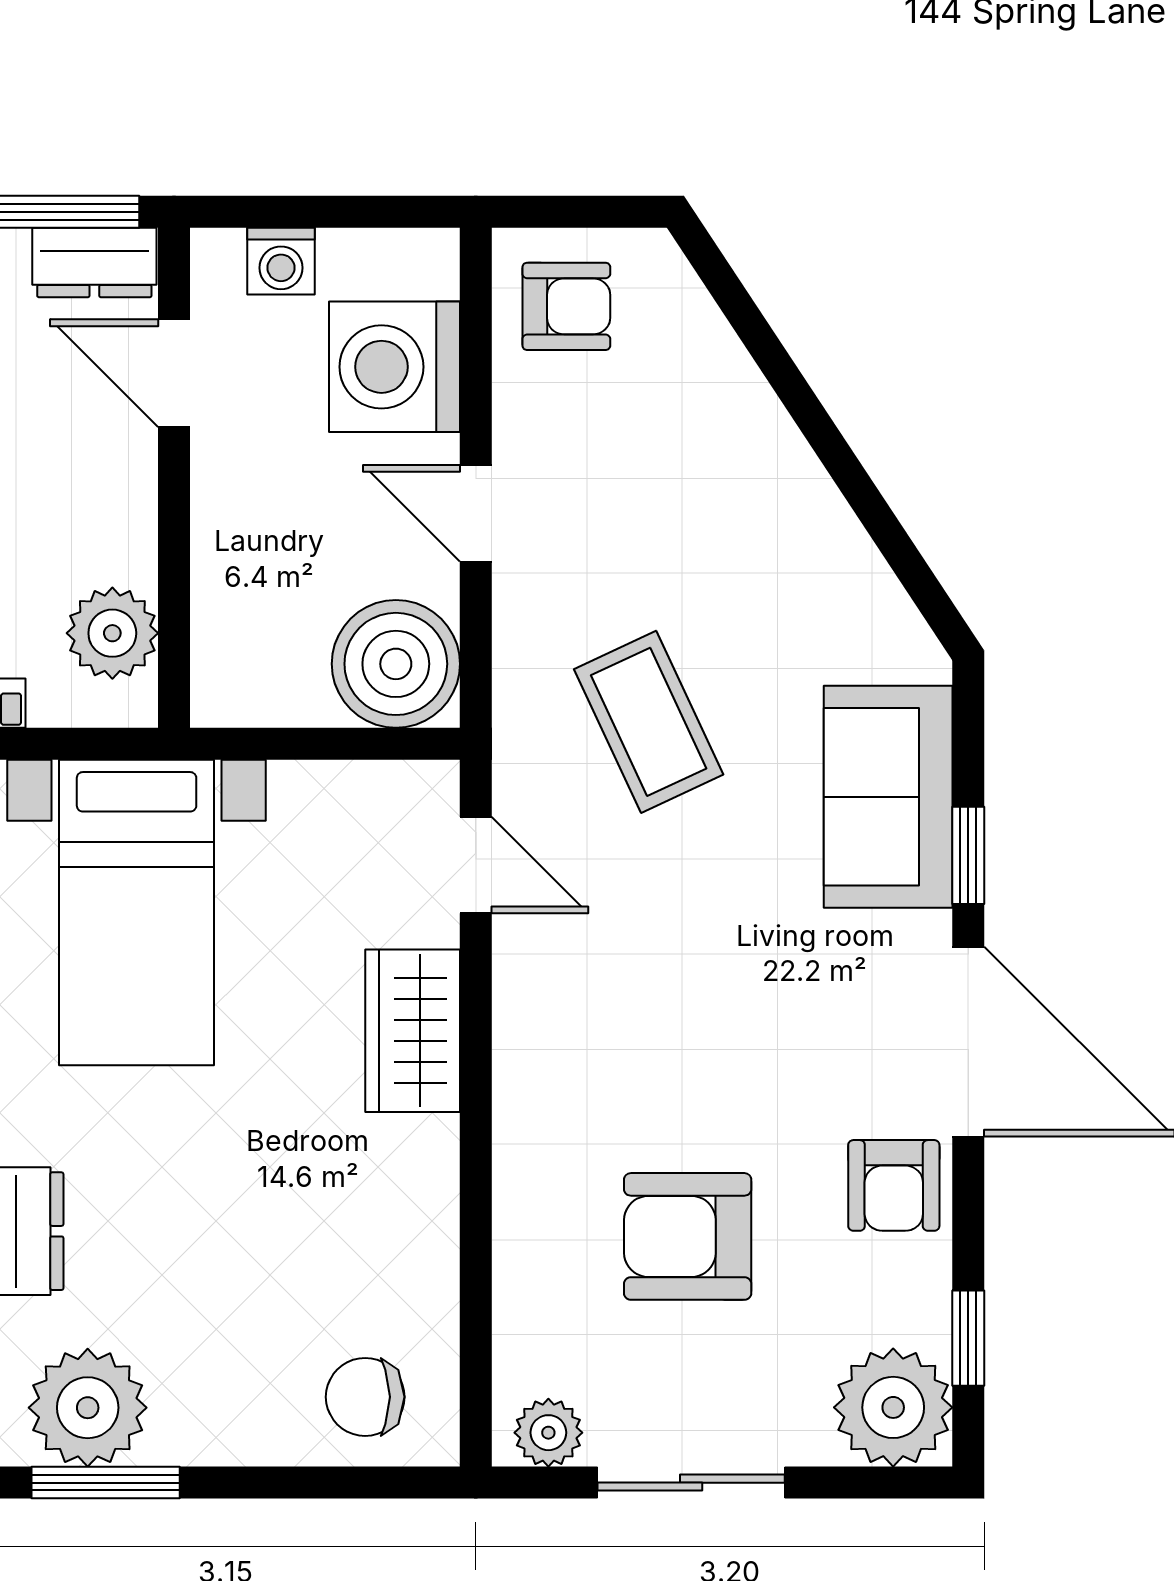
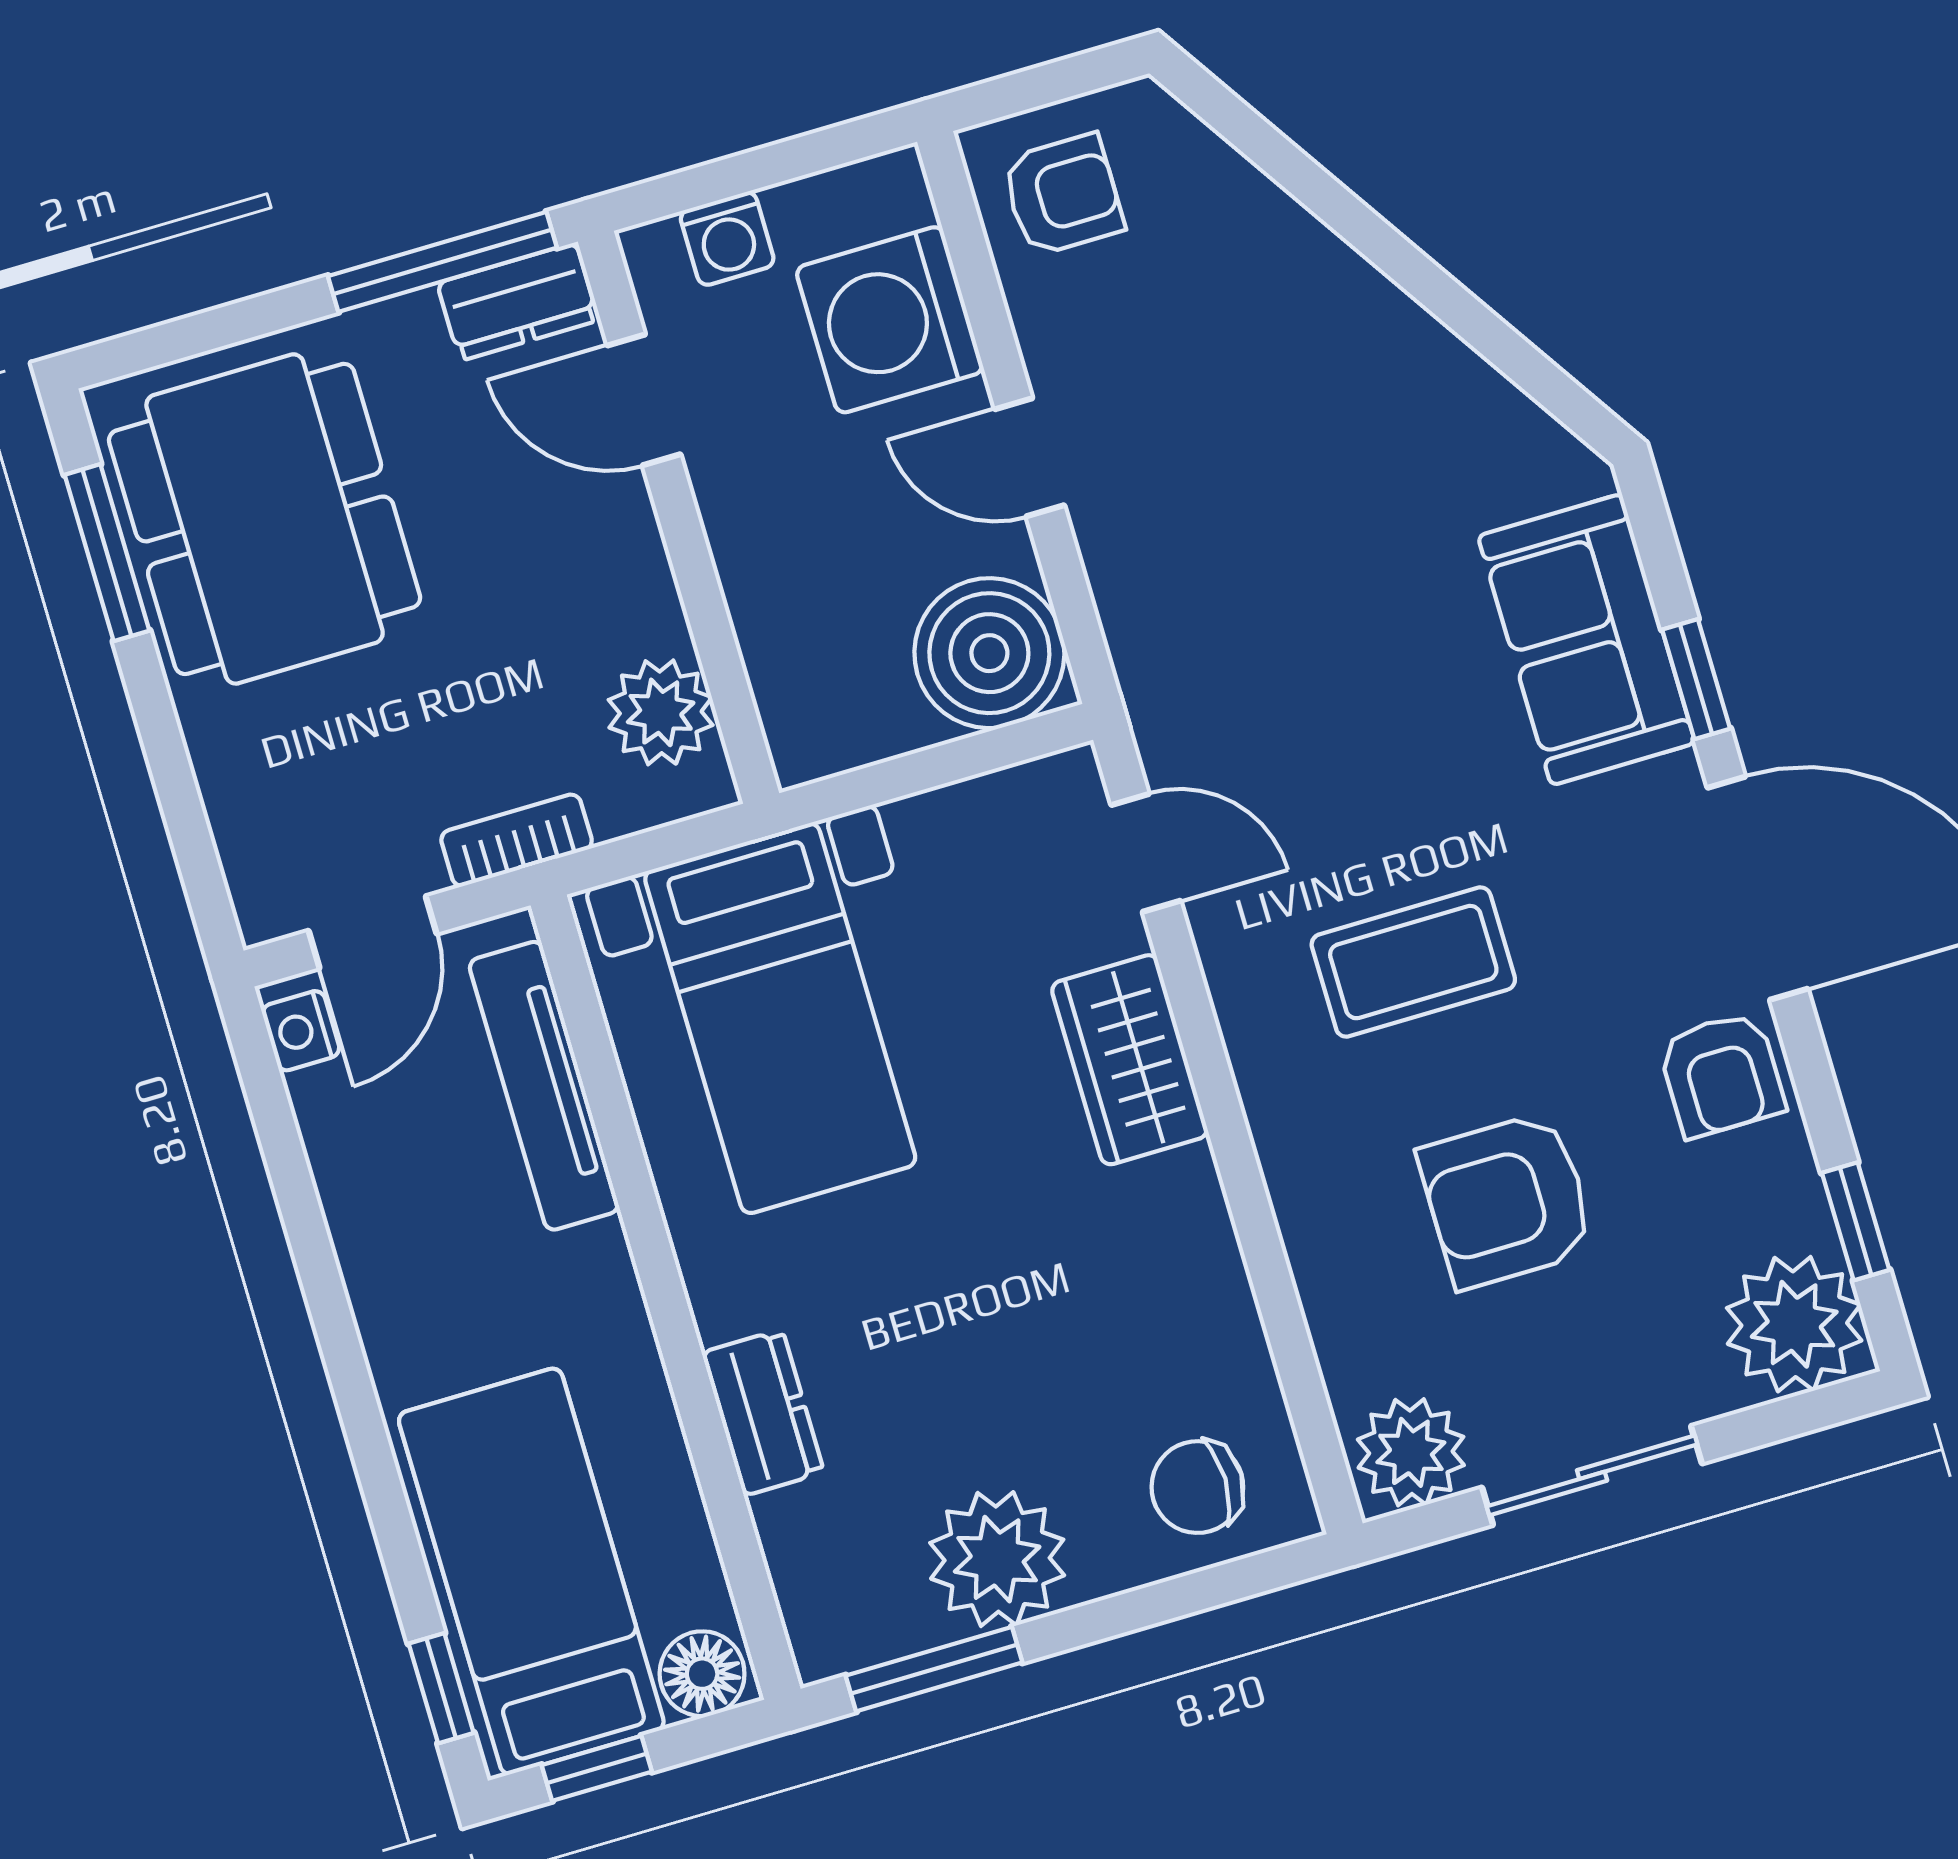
coffee table: (649, 722) -> (1413, 962), moved, turned -65
plant: (88, 1408) -> (997, 1559), moved
plant: (548, 1433) -> (1411, 1452), width x1.38, depth x1.38

